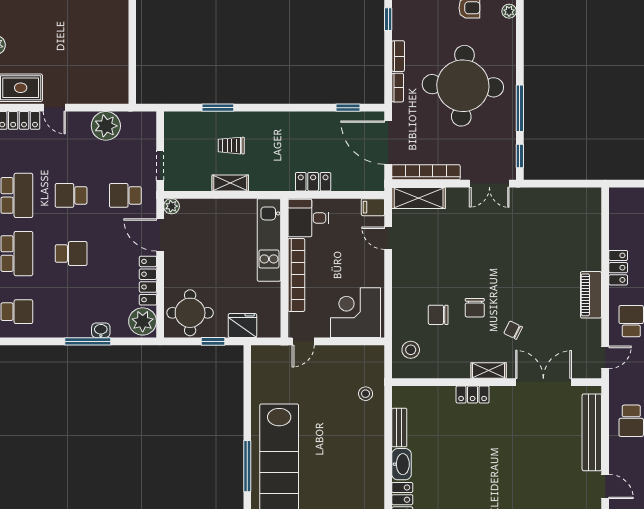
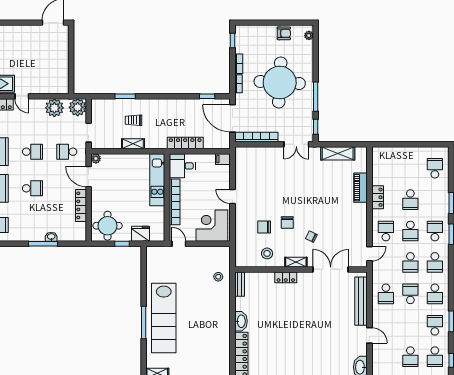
locker: (313, 182) -> (185, 143), width x1.53
school desk: (71, 195) -> (32, 152), turned 180
shelving: (419, 198) -> (338, 153), moved
door: (388, 238) -> (233, 196), moved
piano: (591, 295) -> (360, 188), moved
plant: (143, 321) -> (78, 107), moved
door: (303, 341) -> (179, 244), swing flipped
stool: (411, 350) -> (267, 253), moved
bench: (399, 428) -> (240, 284), moved

